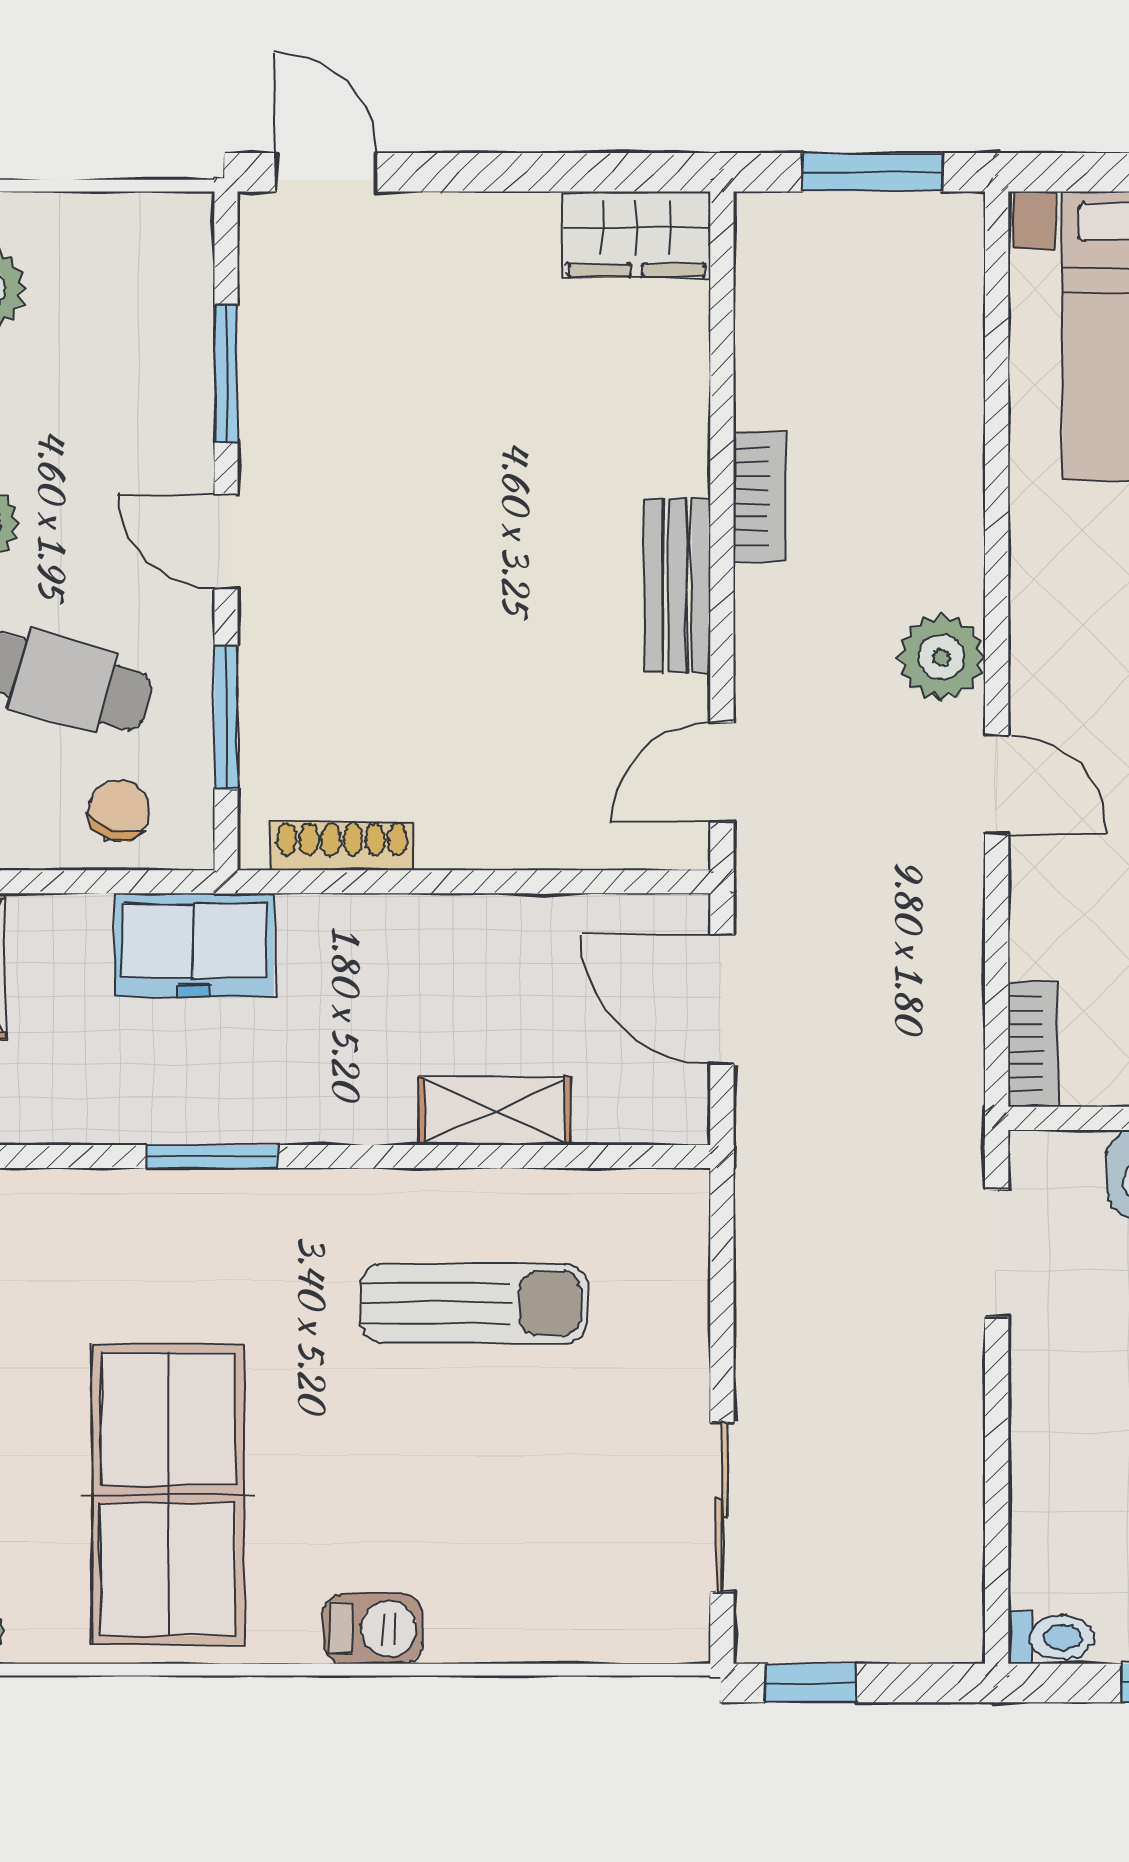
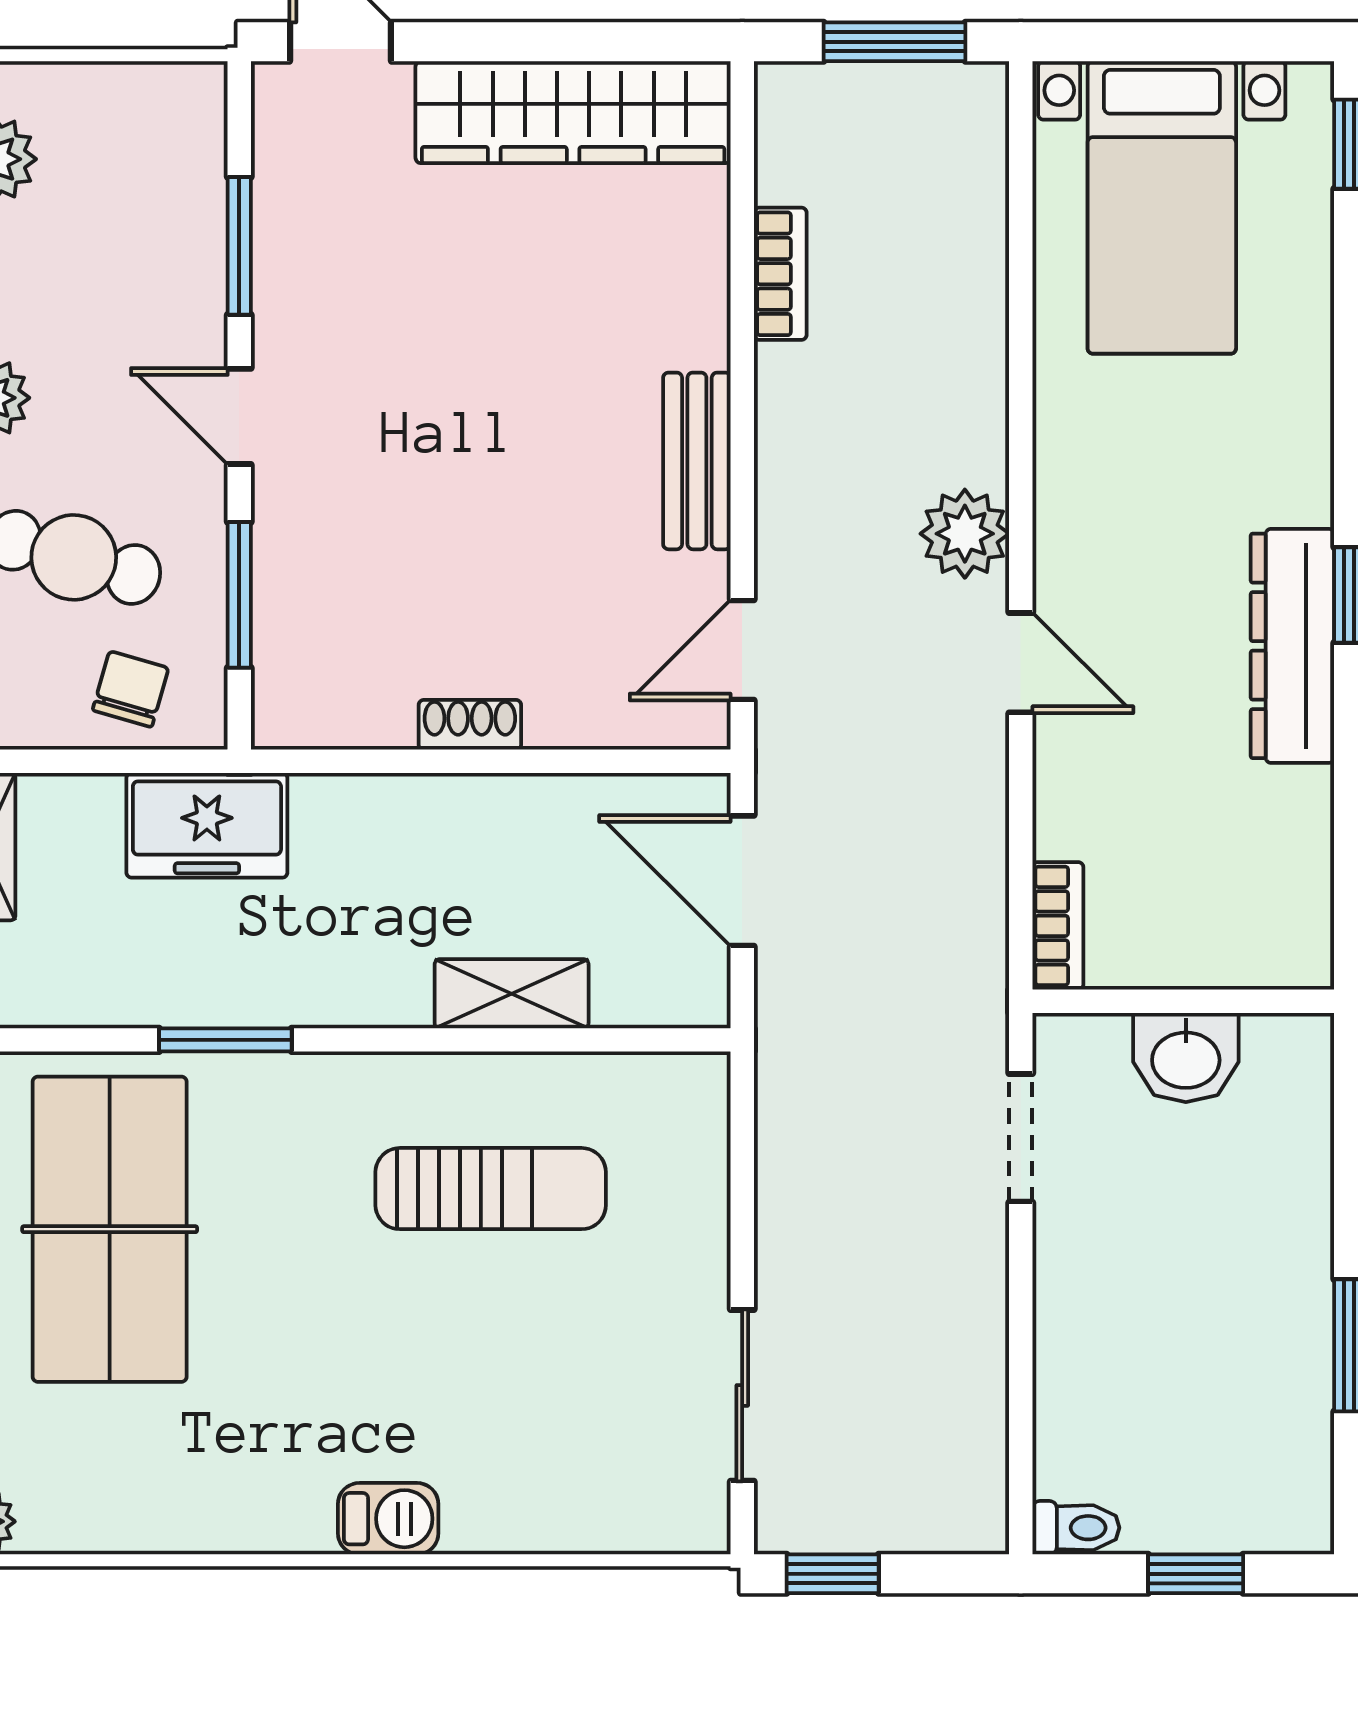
wardrobe: (637, 234) -> (573, 112), width x2.10, depth x1.17
bookcase: (759, 496) -> (780, 274), moved
shoe rack: (342, 846) -> (470, 725), moved, width x0.70
table tennis table: (168, 1494) -> (110, 1229), moved

